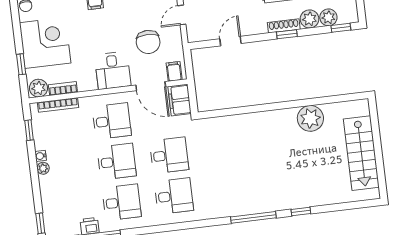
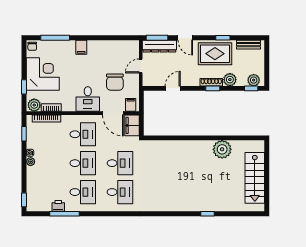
plant: (328, 17) -> (254, 80), moved
window: (253, 217) -> (174, 214), removed

